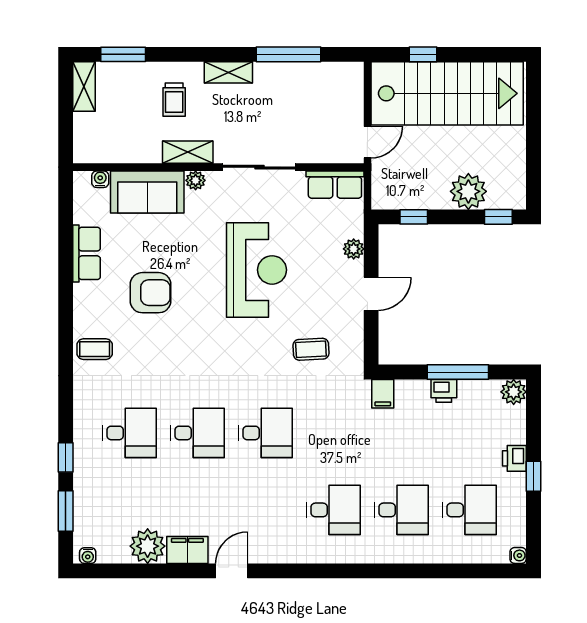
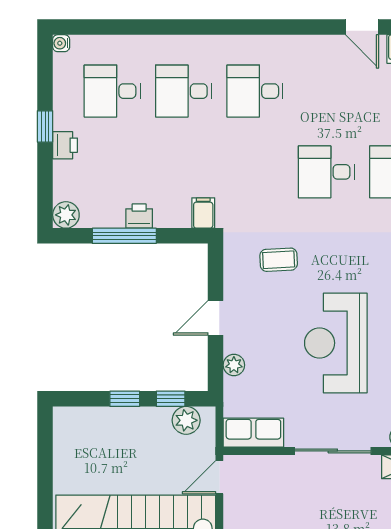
plant: (468, 191) -> (186, 420), moved, width x0.73, depth x0.73
window: (498, 217) -> (125, 399), moved
door: (232, 571) -> (362, 27), hinge flipped

